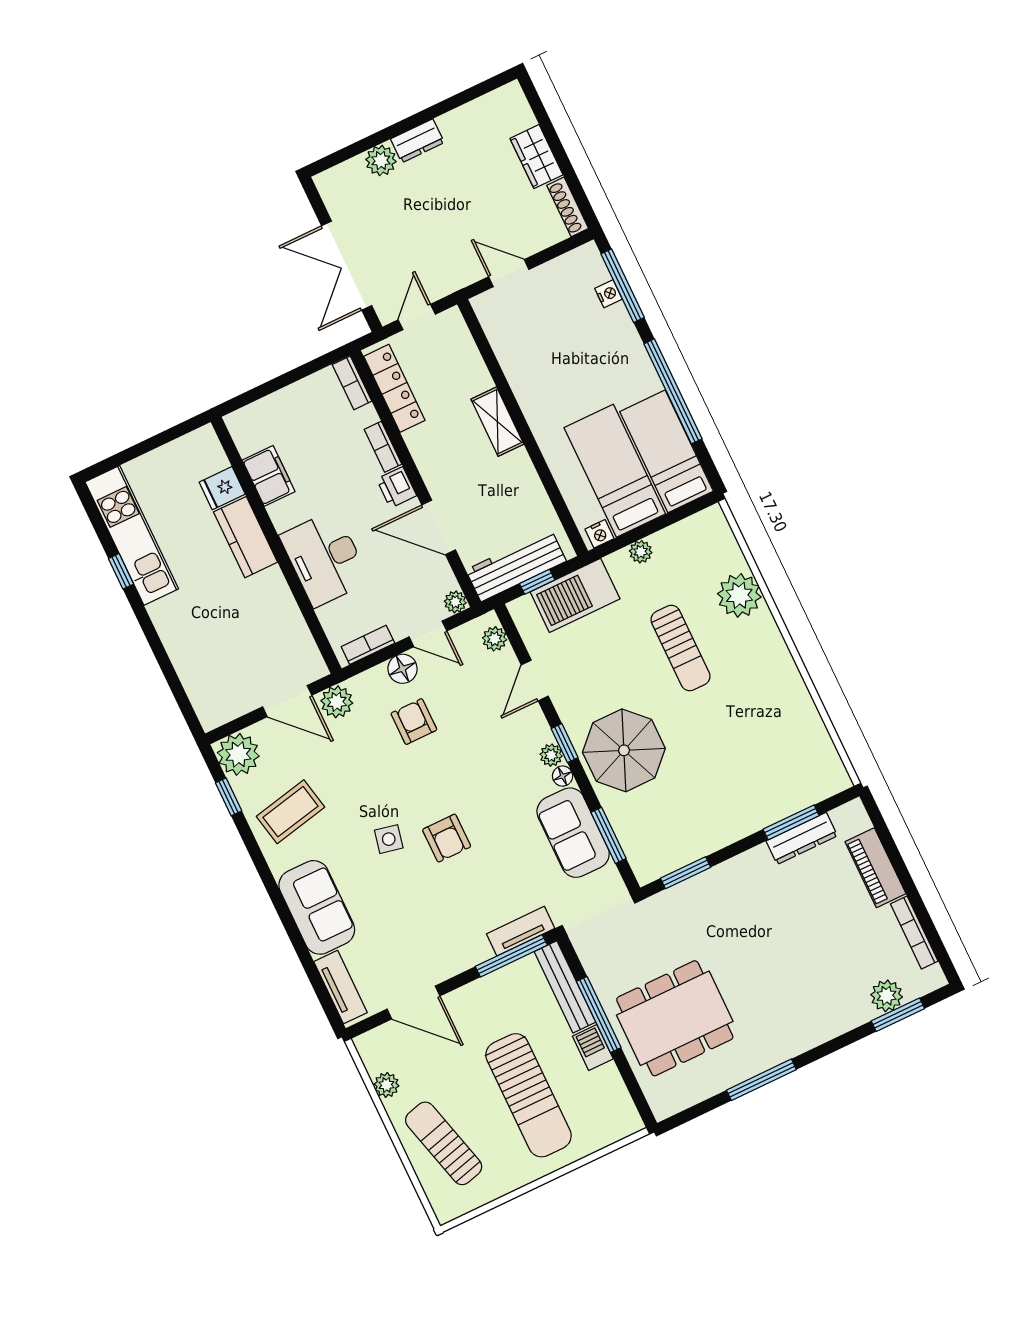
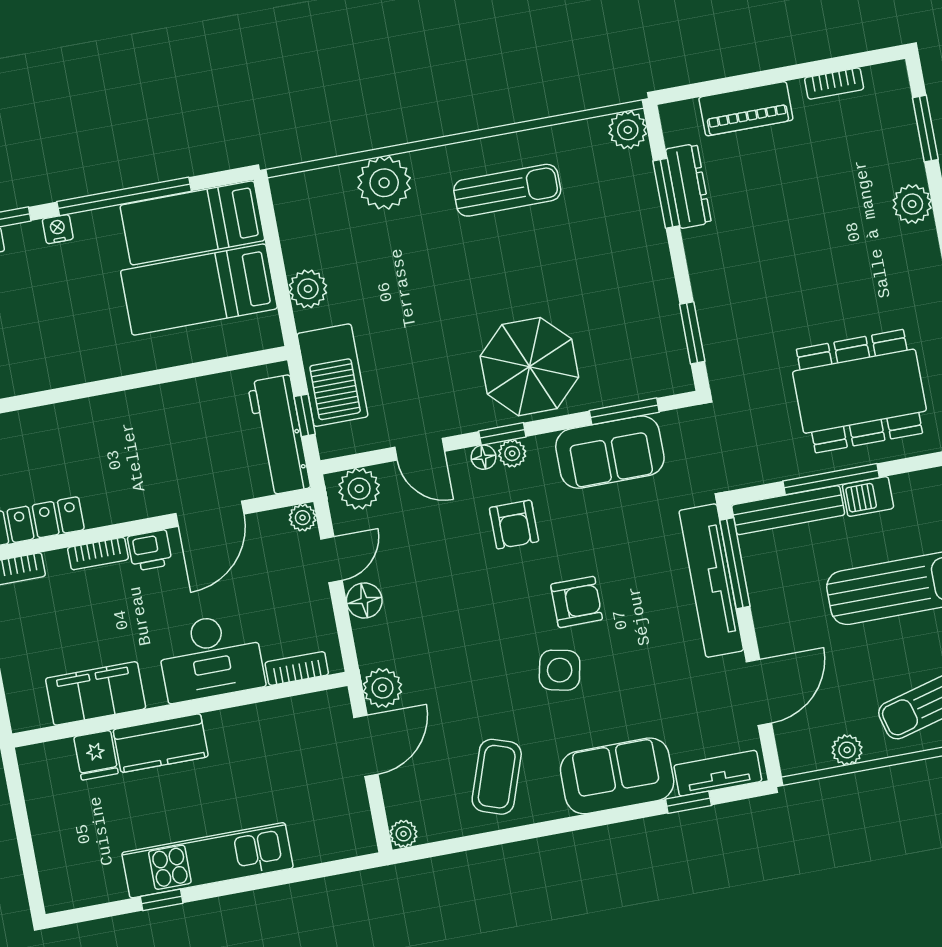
shelving: (497, 422) -> (105, 412), removed
filing cabinet: (269, 476) -> (96, 693), width x1.50, depth x1.17
nightstand: (599, 534) -> (58, 229), moved, turned -90
kitchen unit: (132, 535) -> (207, 860), moved
plant: (641, 552) -> (308, 289), width x1.38, depth x1.38
plant: (495, 639) -> (359, 489), width x1.38, depth x1.38
bookcase: (368, 645) -> (297, 668), moved, turned 90
sun lounger: (681, 648) -> (507, 190), moved
armchair: (414, 722) -> (514, 525), moved, turned -90
plant: (238, 754) -> (403, 834), width x0.53, depth x0.53
floor lamp: (563, 776) -> (484, 457), moved
plant: (833, 778) -> (628, 130), added
window: (229, 797) -> (688, 802), moved
coffee table: (290, 812) -> (497, 777), turned 31
side table: (389, 839) -> (560, 670), width x1.37, depth x1.37
tv unit: (521, 931) -> (711, 581), width x1.92, depth x1.29
bookcase: (914, 933) -> (834, 84), width x0.64
plant: (887, 996) -> (912, 204), moved
dining table: (675, 1018) -> (859, 391), turned 90

